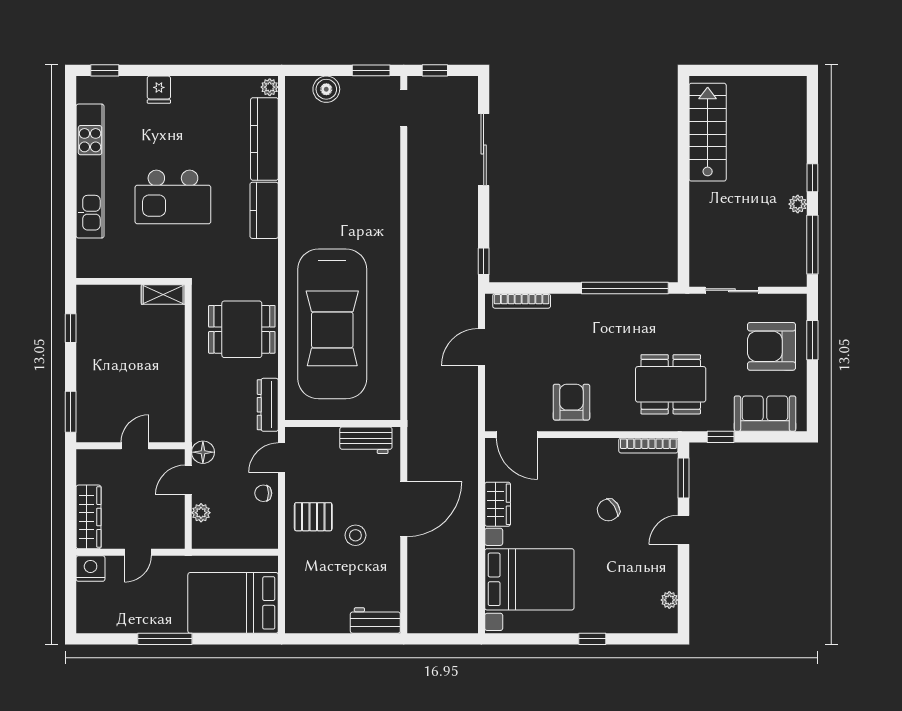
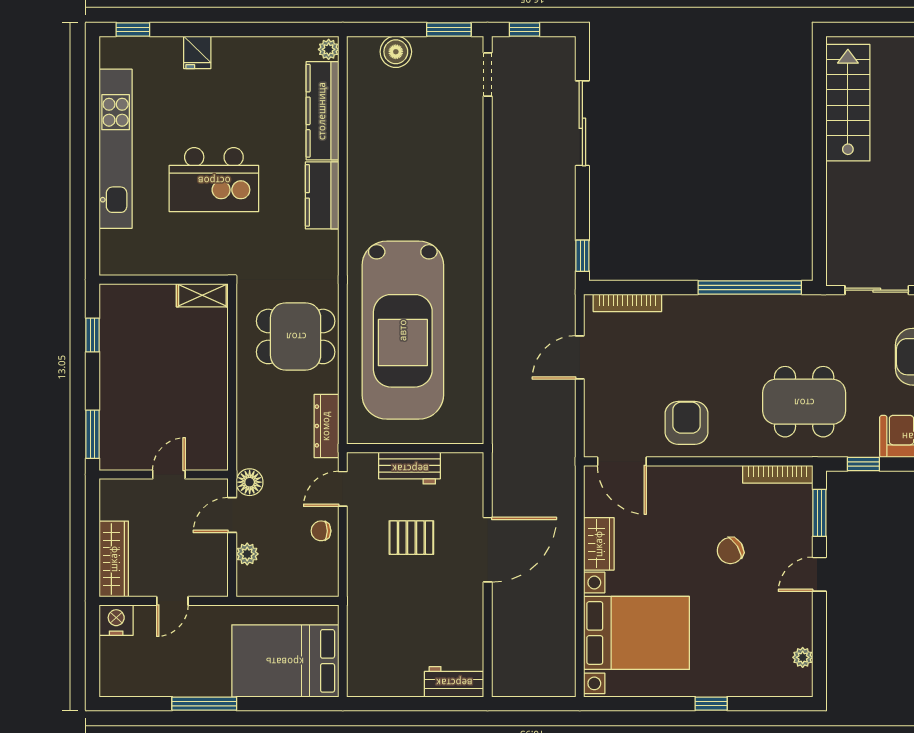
workbench: (366, 440) -> (410, 468), moved
pallet: (313, 517) -> (411, 538), moved
stool: (355, 535) -> (430, 581), removed

